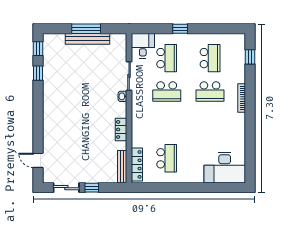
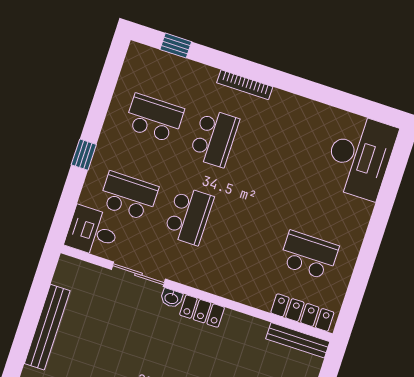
window: (86, 29) -> (28, 323), removed
locker: (121, 129) -> (202, 311), moved

